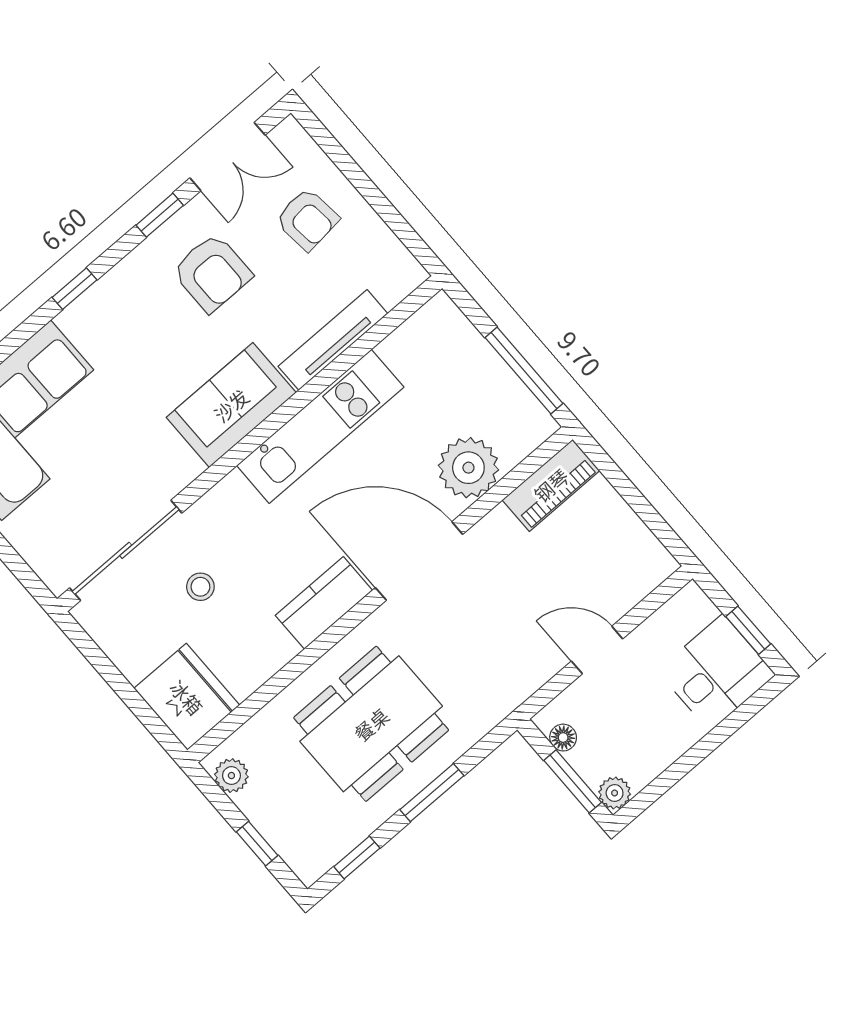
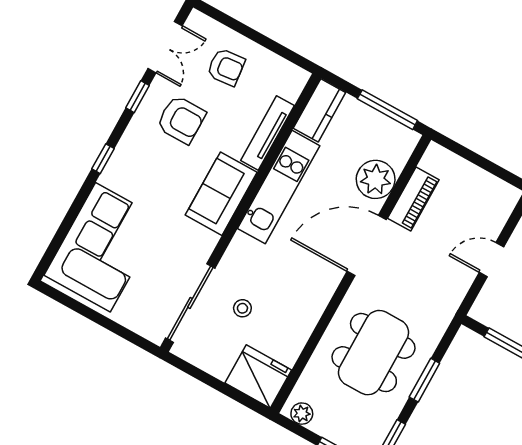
piano: (551, 485) -> (413, 199), moved
kitchen counter: (324, 603) -> (319, 110), moved, turned 180
floor lamp: (563, 738) -> (490, 319), removed

